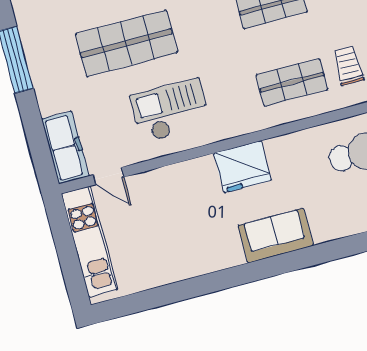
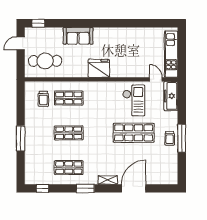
trolley: (43, 53) -> (170, 138), added
checkout: (171, 111) -> (134, 100), moved, turned -90
sofa: (276, 236) -> (78, 36), moved

